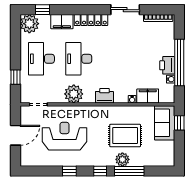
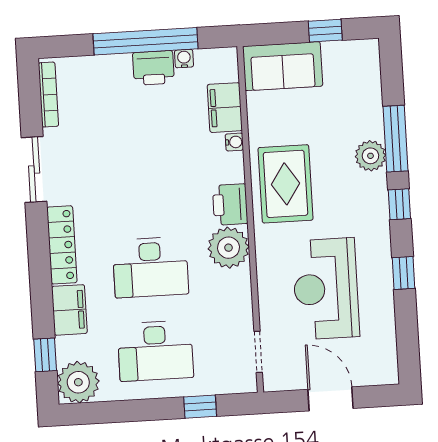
plant: (74, 94) -> (229, 248), moved
window: (179, 123) -> (325, 31), moved
rug: (125, 136) -> (285, 184), moved

